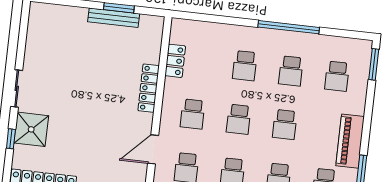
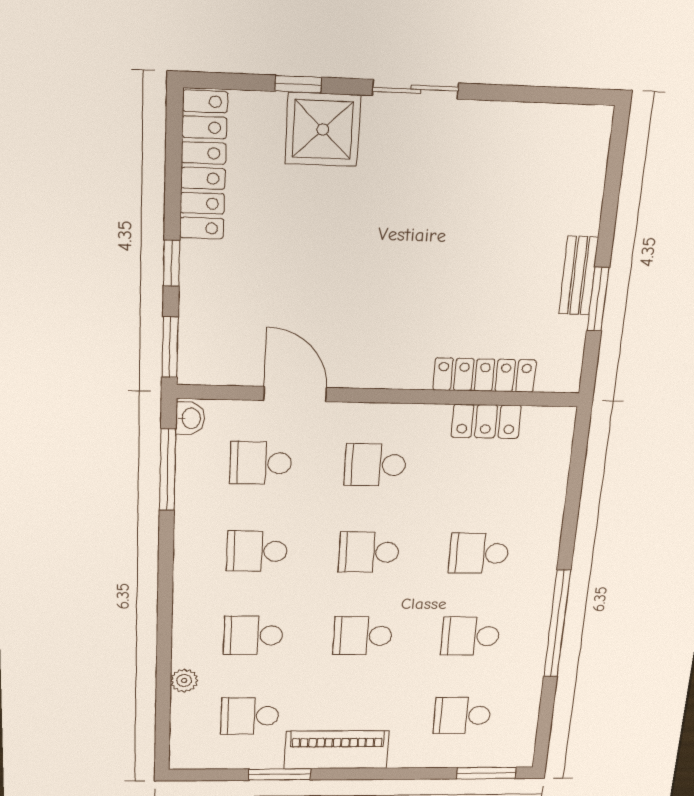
bench: (114, 18) -> (579, 276), width x0.73
locker: (149, 88) -> (485, 375), moved

